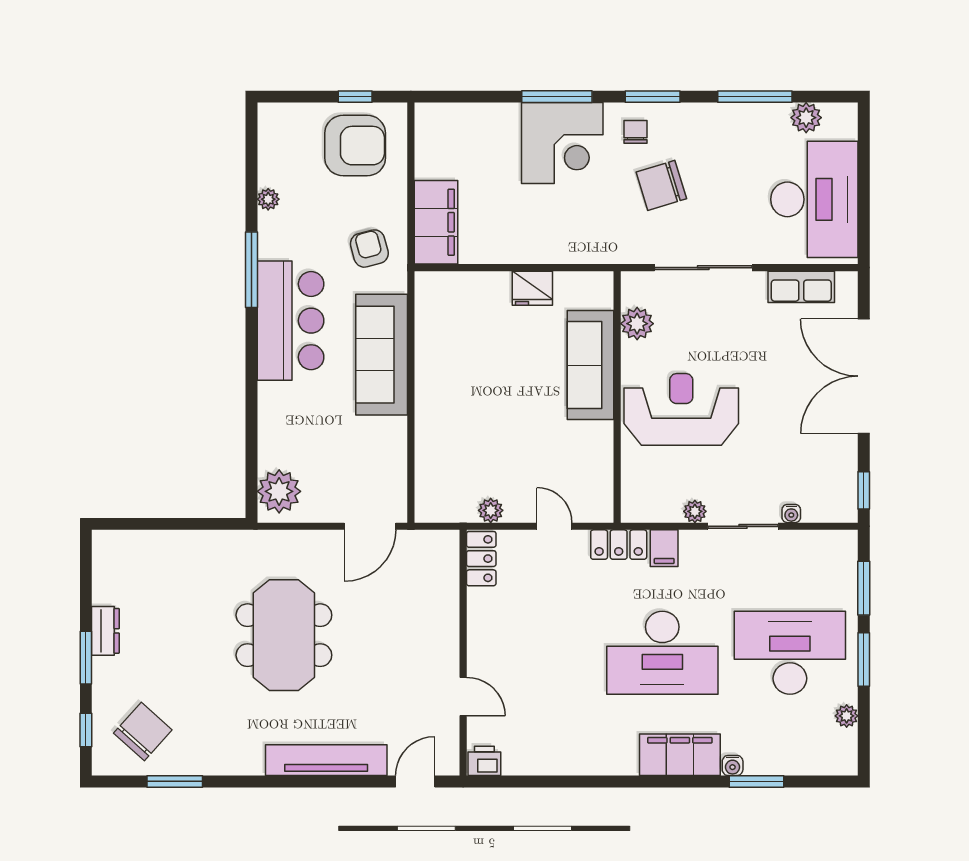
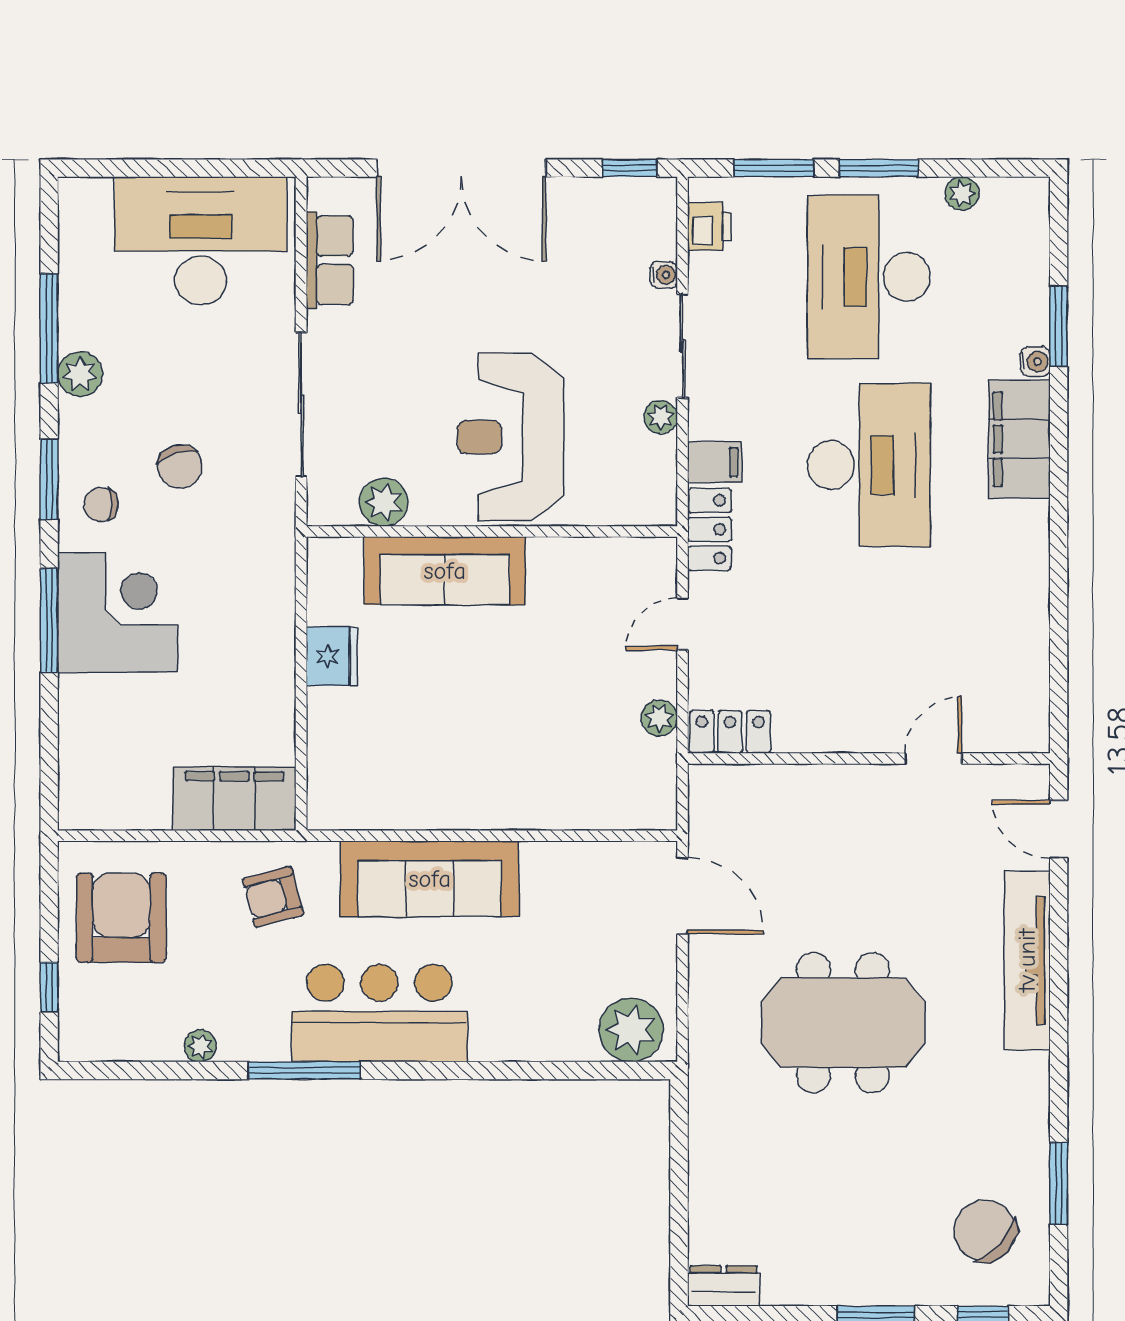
window: (355, 97) -> (49, 987), moved
plant: (806, 118) -> (80, 374), moved
chair: (661, 185) -> (180, 466), width x0.73, depth x0.73
dresser: (105, 631) -> (724, 1286), moved
printer: (484, 761) -> (709, 226), moved, turned 180

